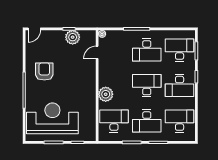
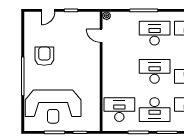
door: (34, 29) -> (48, 10), moved
plant: (73, 37) -> (75, 19), removed
desk: (147, 50) -> (155, 33), turned 180
door: (97, 52) -> (101, 36), hinge flipped
plant: (106, 94) -> (110, 81), removed
reception desk: (52, 118) -> (53, 107), turned 180

